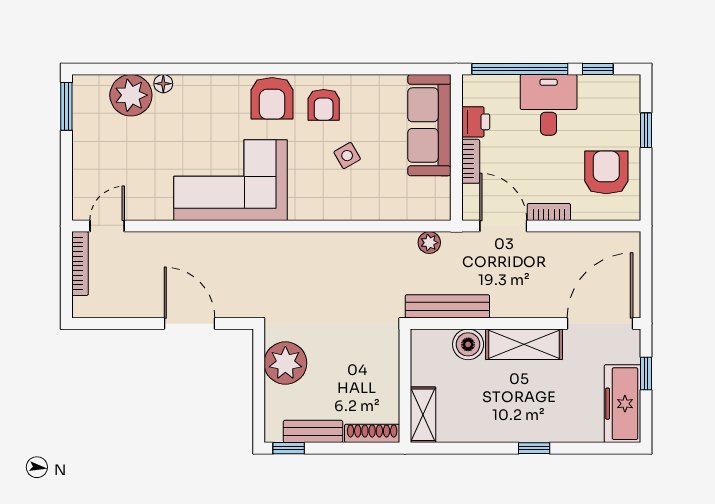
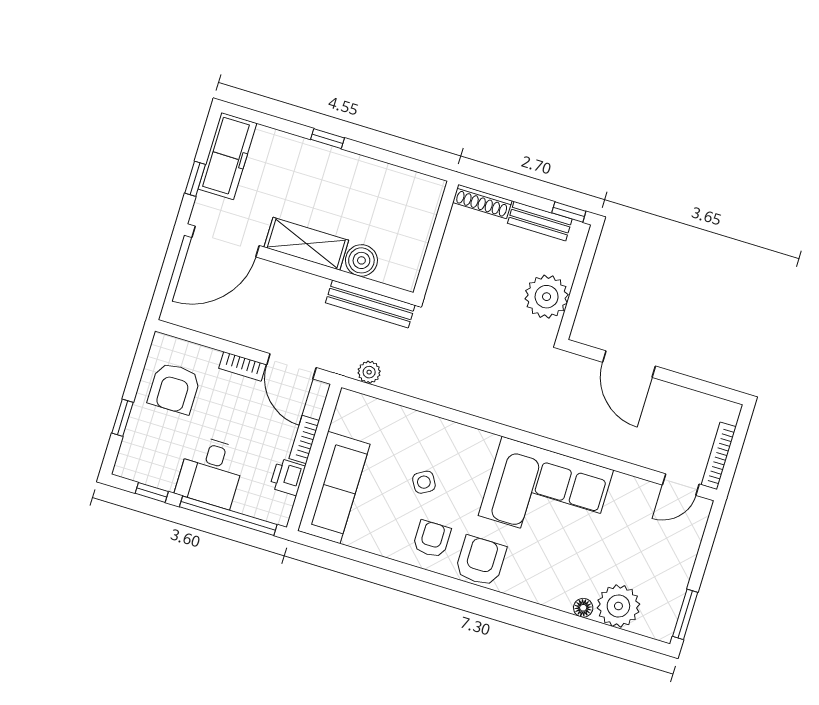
shelving: (423, 415) -> (427, 205), removed

